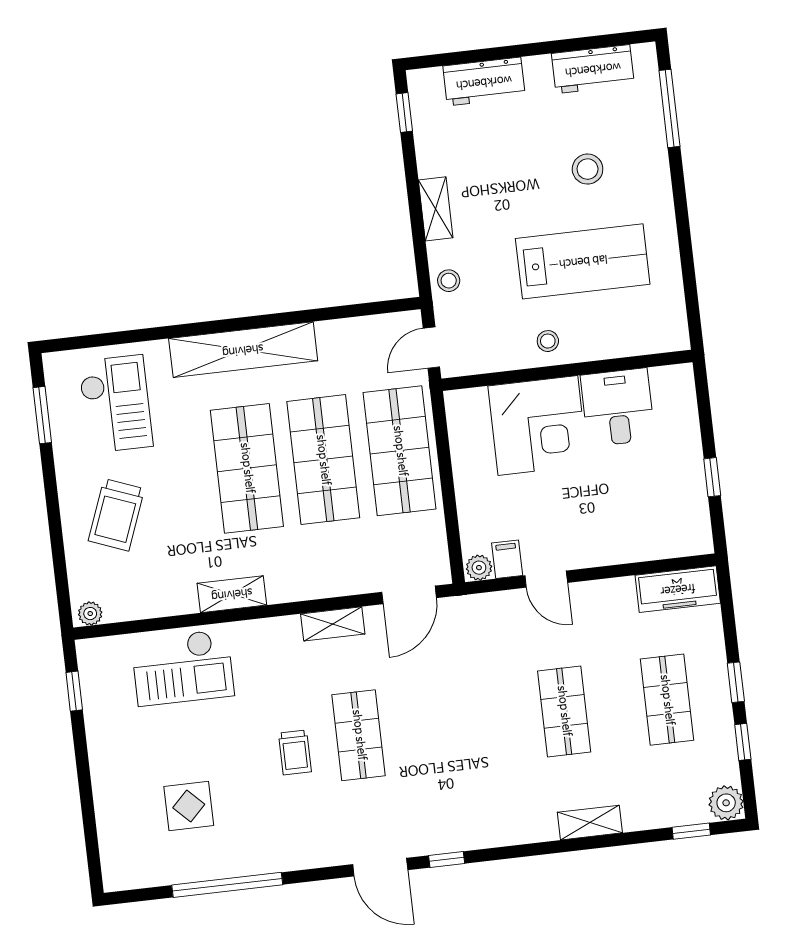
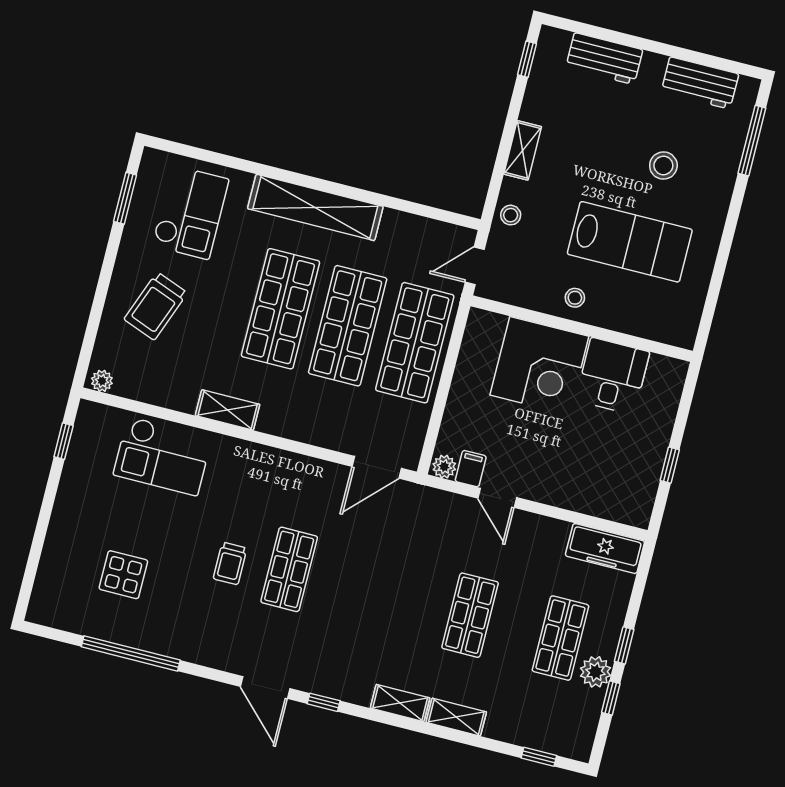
shelving: (333, 624) -> (400, 703), moved
plant: (726, 803) -> (596, 672), moved

